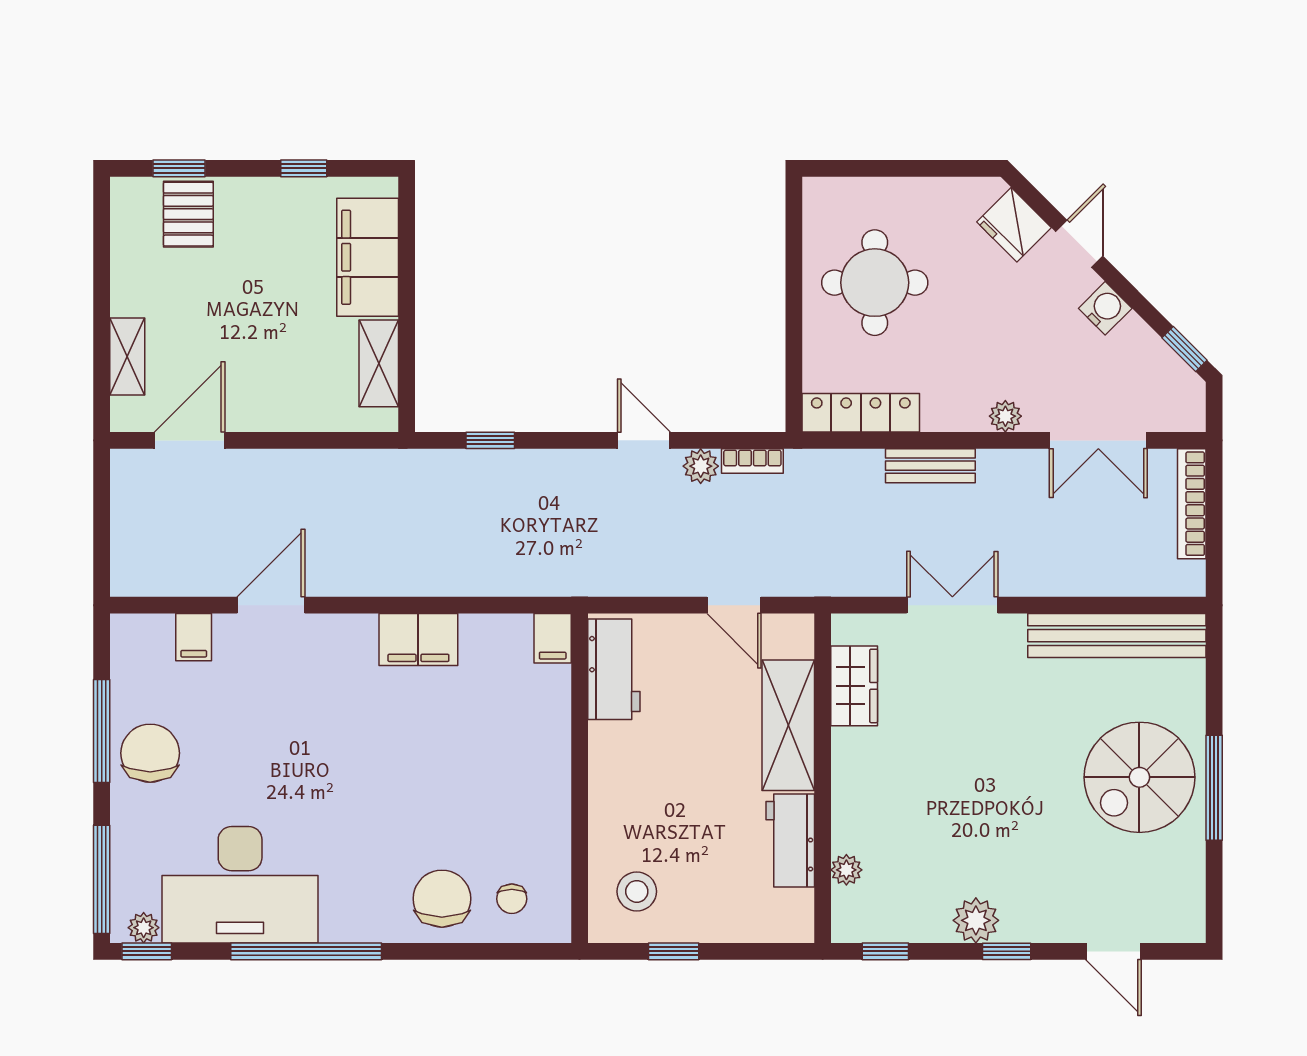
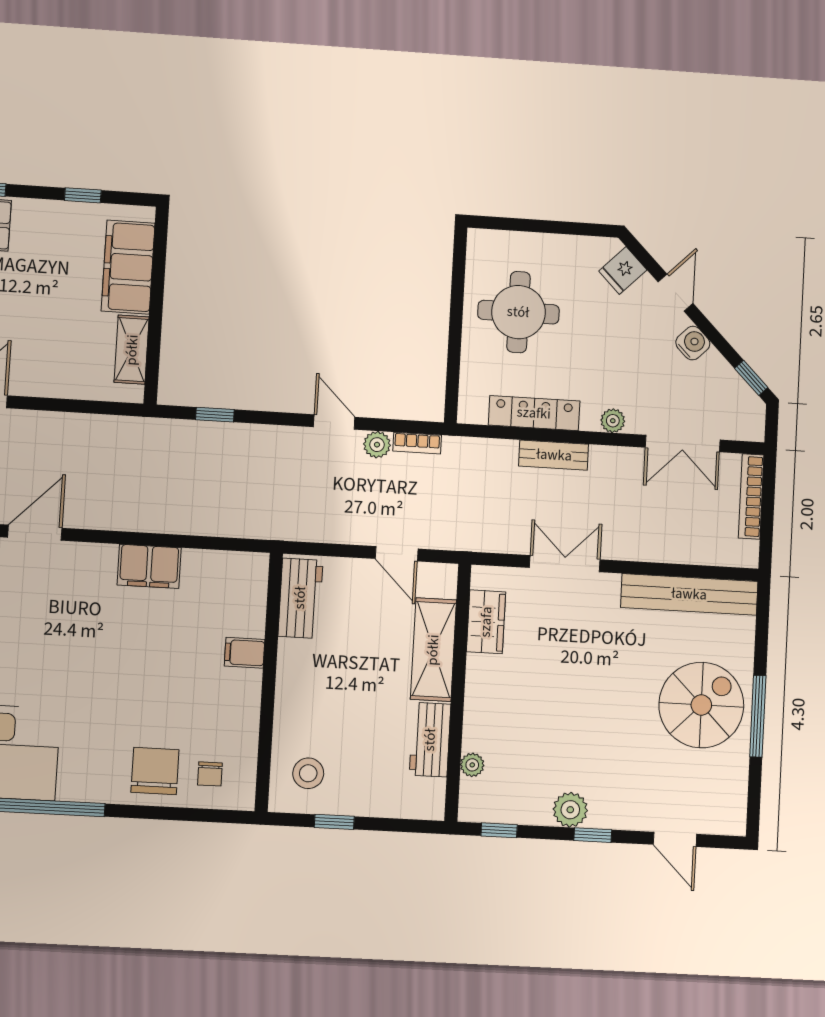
fridge: (1014, 225) -> (623, 270), width x0.72
locker: (861, 413) -> (534, 413), moved
filing cabinet: (553, 638) -> (245, 653), moved, turned 90
spiral stairs: (1139, 777) -> (701, 705), turned 180

